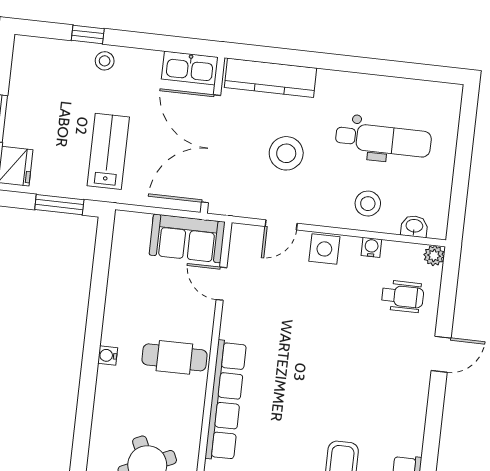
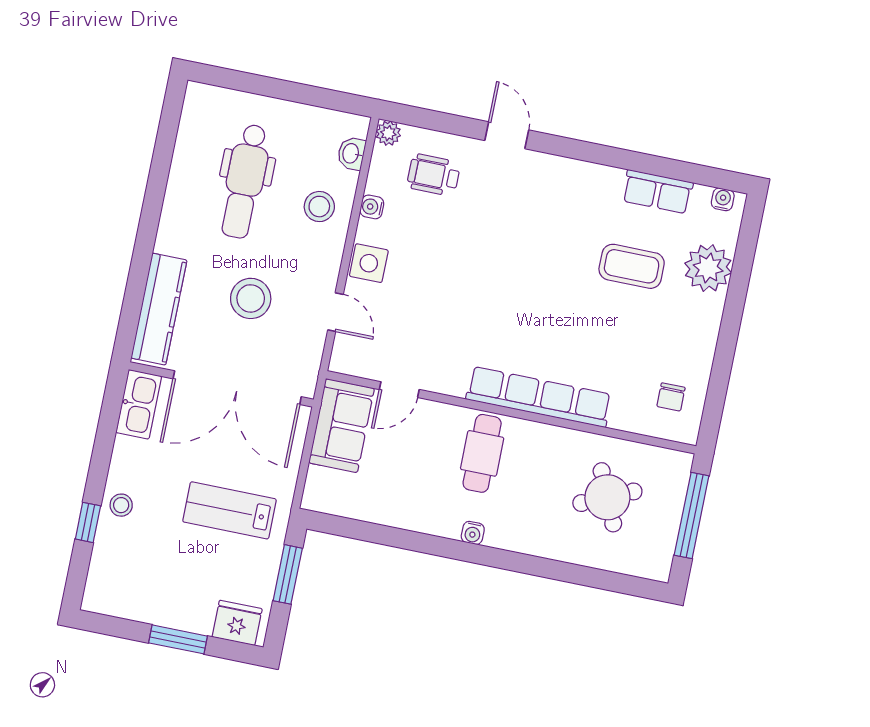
dental chair: (383, 140) -> (245, 181), turned 180
wheelchair: (403, 296) -> (434, 175), turned -90

